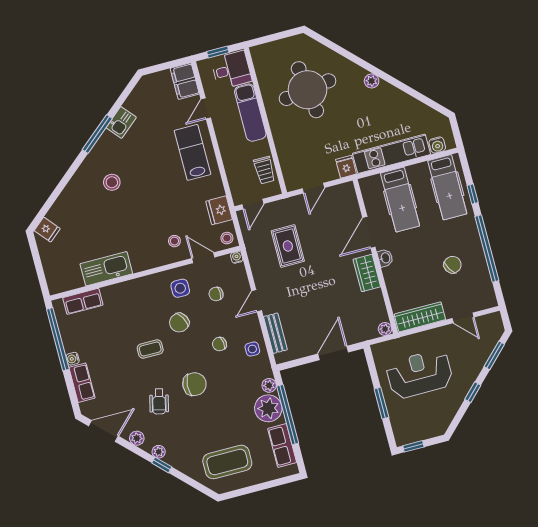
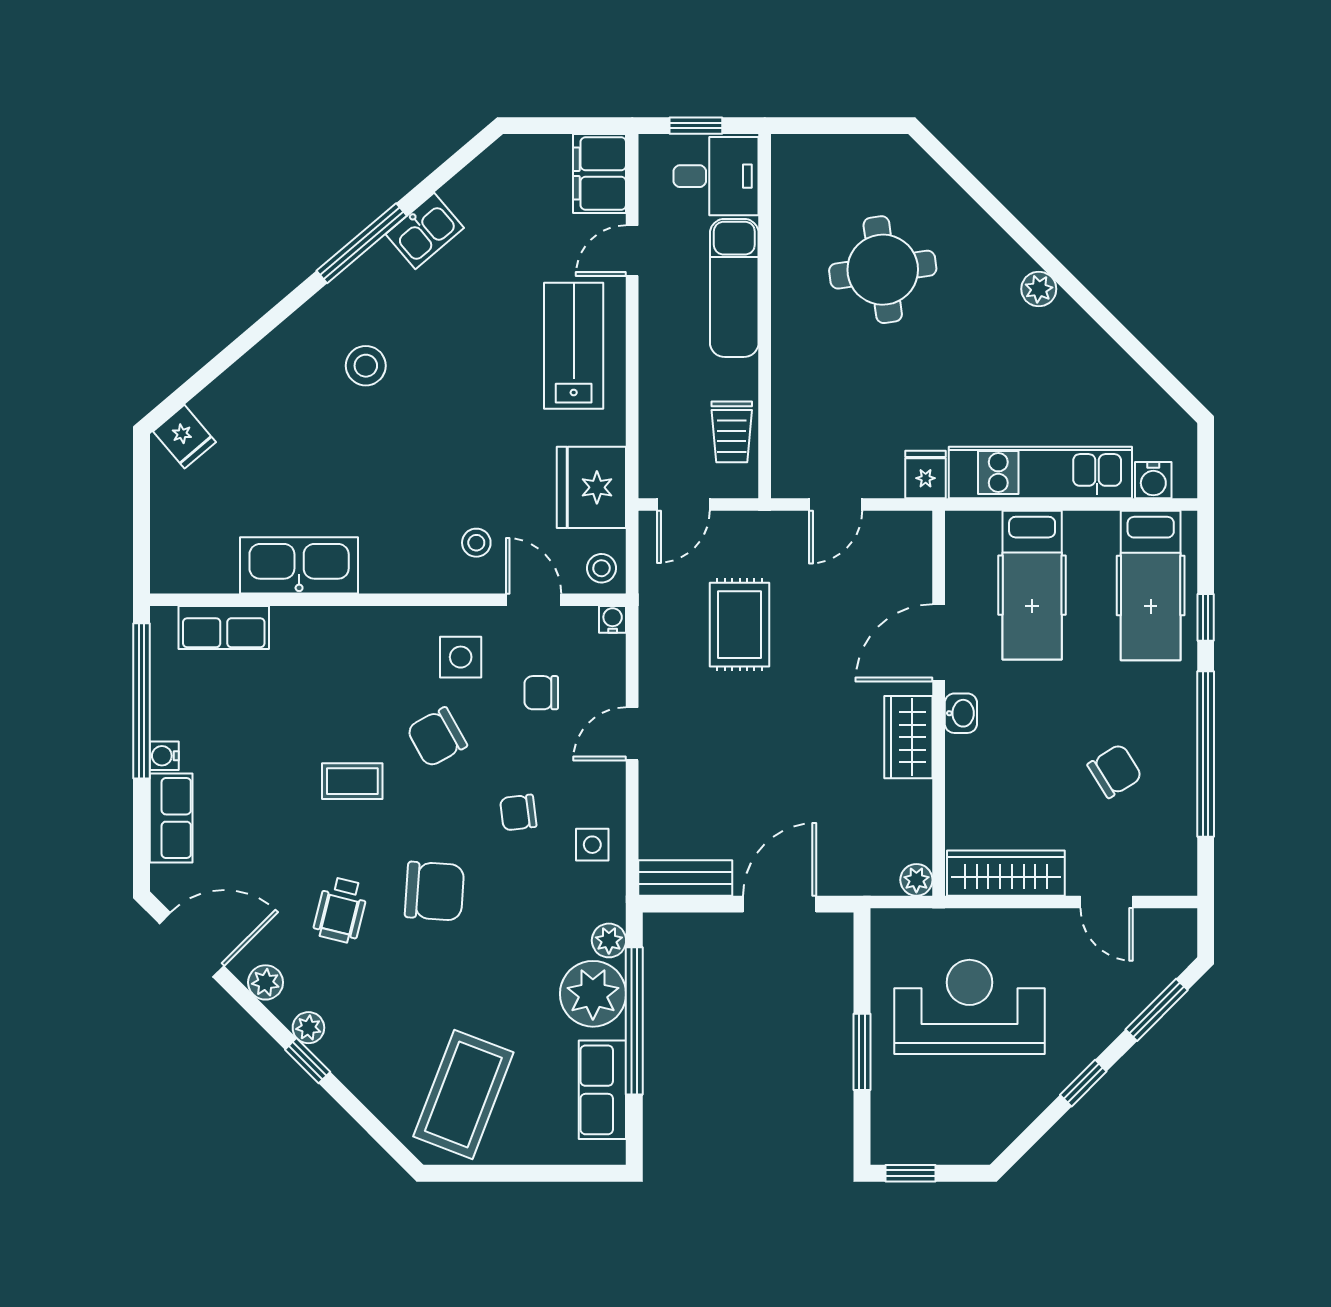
round table: (307, 90) -> (883, 270), width x0.73, depth x0.73
fridge: (219, 210) -> (591, 487), width x1.36, depth x1.34
bench: (275, 333) -> (685, 878), moved, turned 90
coffee table: (227, 462) -> (463, 1094), turned -69

